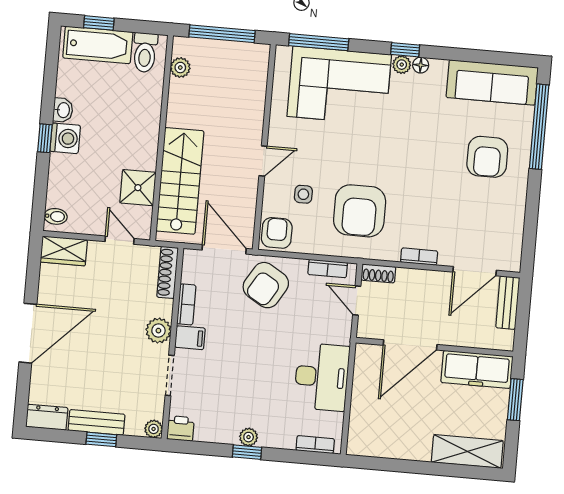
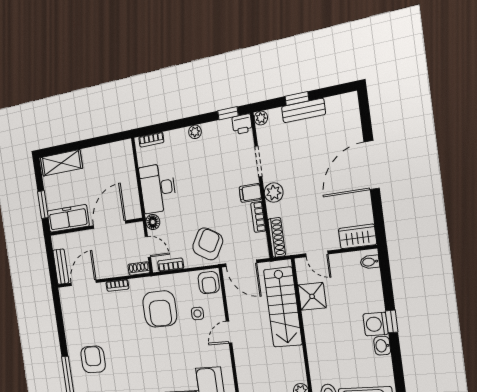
armchair: (360, 211) -> (160, 309), turned 180
floor lamp: (341, 333) -> (153, 222), added
dresser: (47, 417) -> (342, 103), removed
window: (247, 452) -> (228, 113), moved

